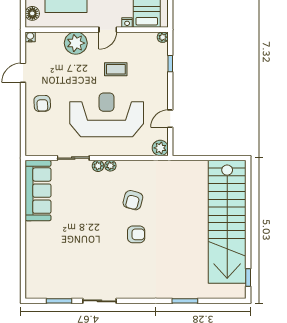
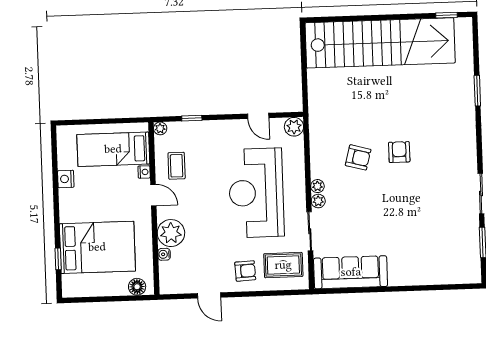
water cooler: (30, 37) -> (164, 254), moved
coffee table: (116, 69) -> (177, 166), moved
rug: (46, 135) -> (283, 265), added

